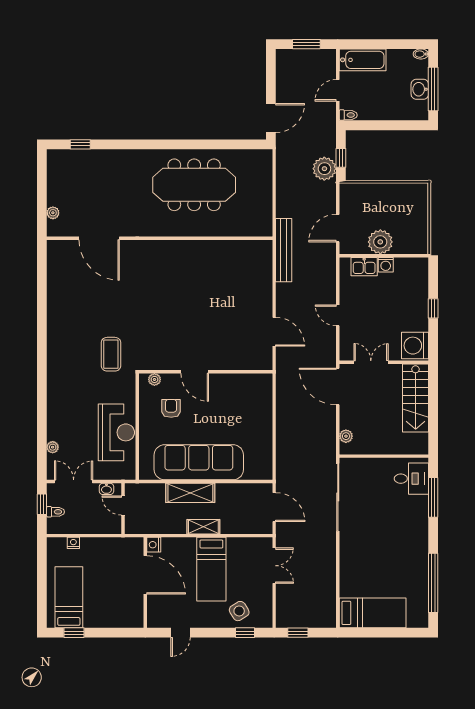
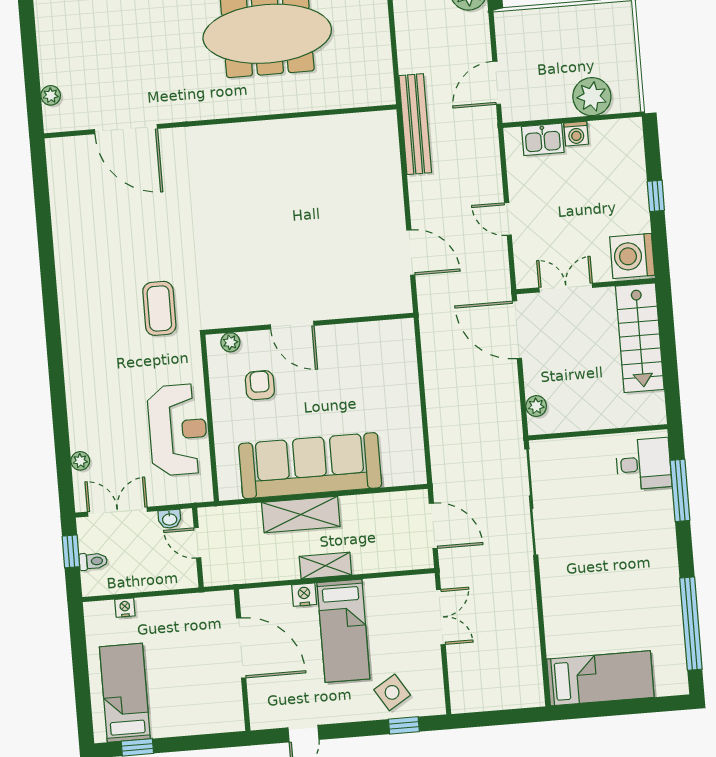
plant: (380, 242) -> (592, 97), moved
nightstand: (154, 545) -> (304, 595), moved, turned 90
window: (298, 633) -> (487, 719), removed

